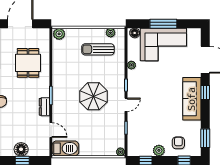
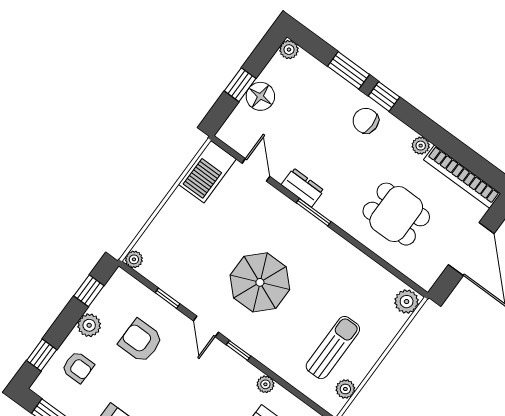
armchair: (150, 126) -> (141, 341), added
door: (51, 130) -> (256, 170), swing flipped

